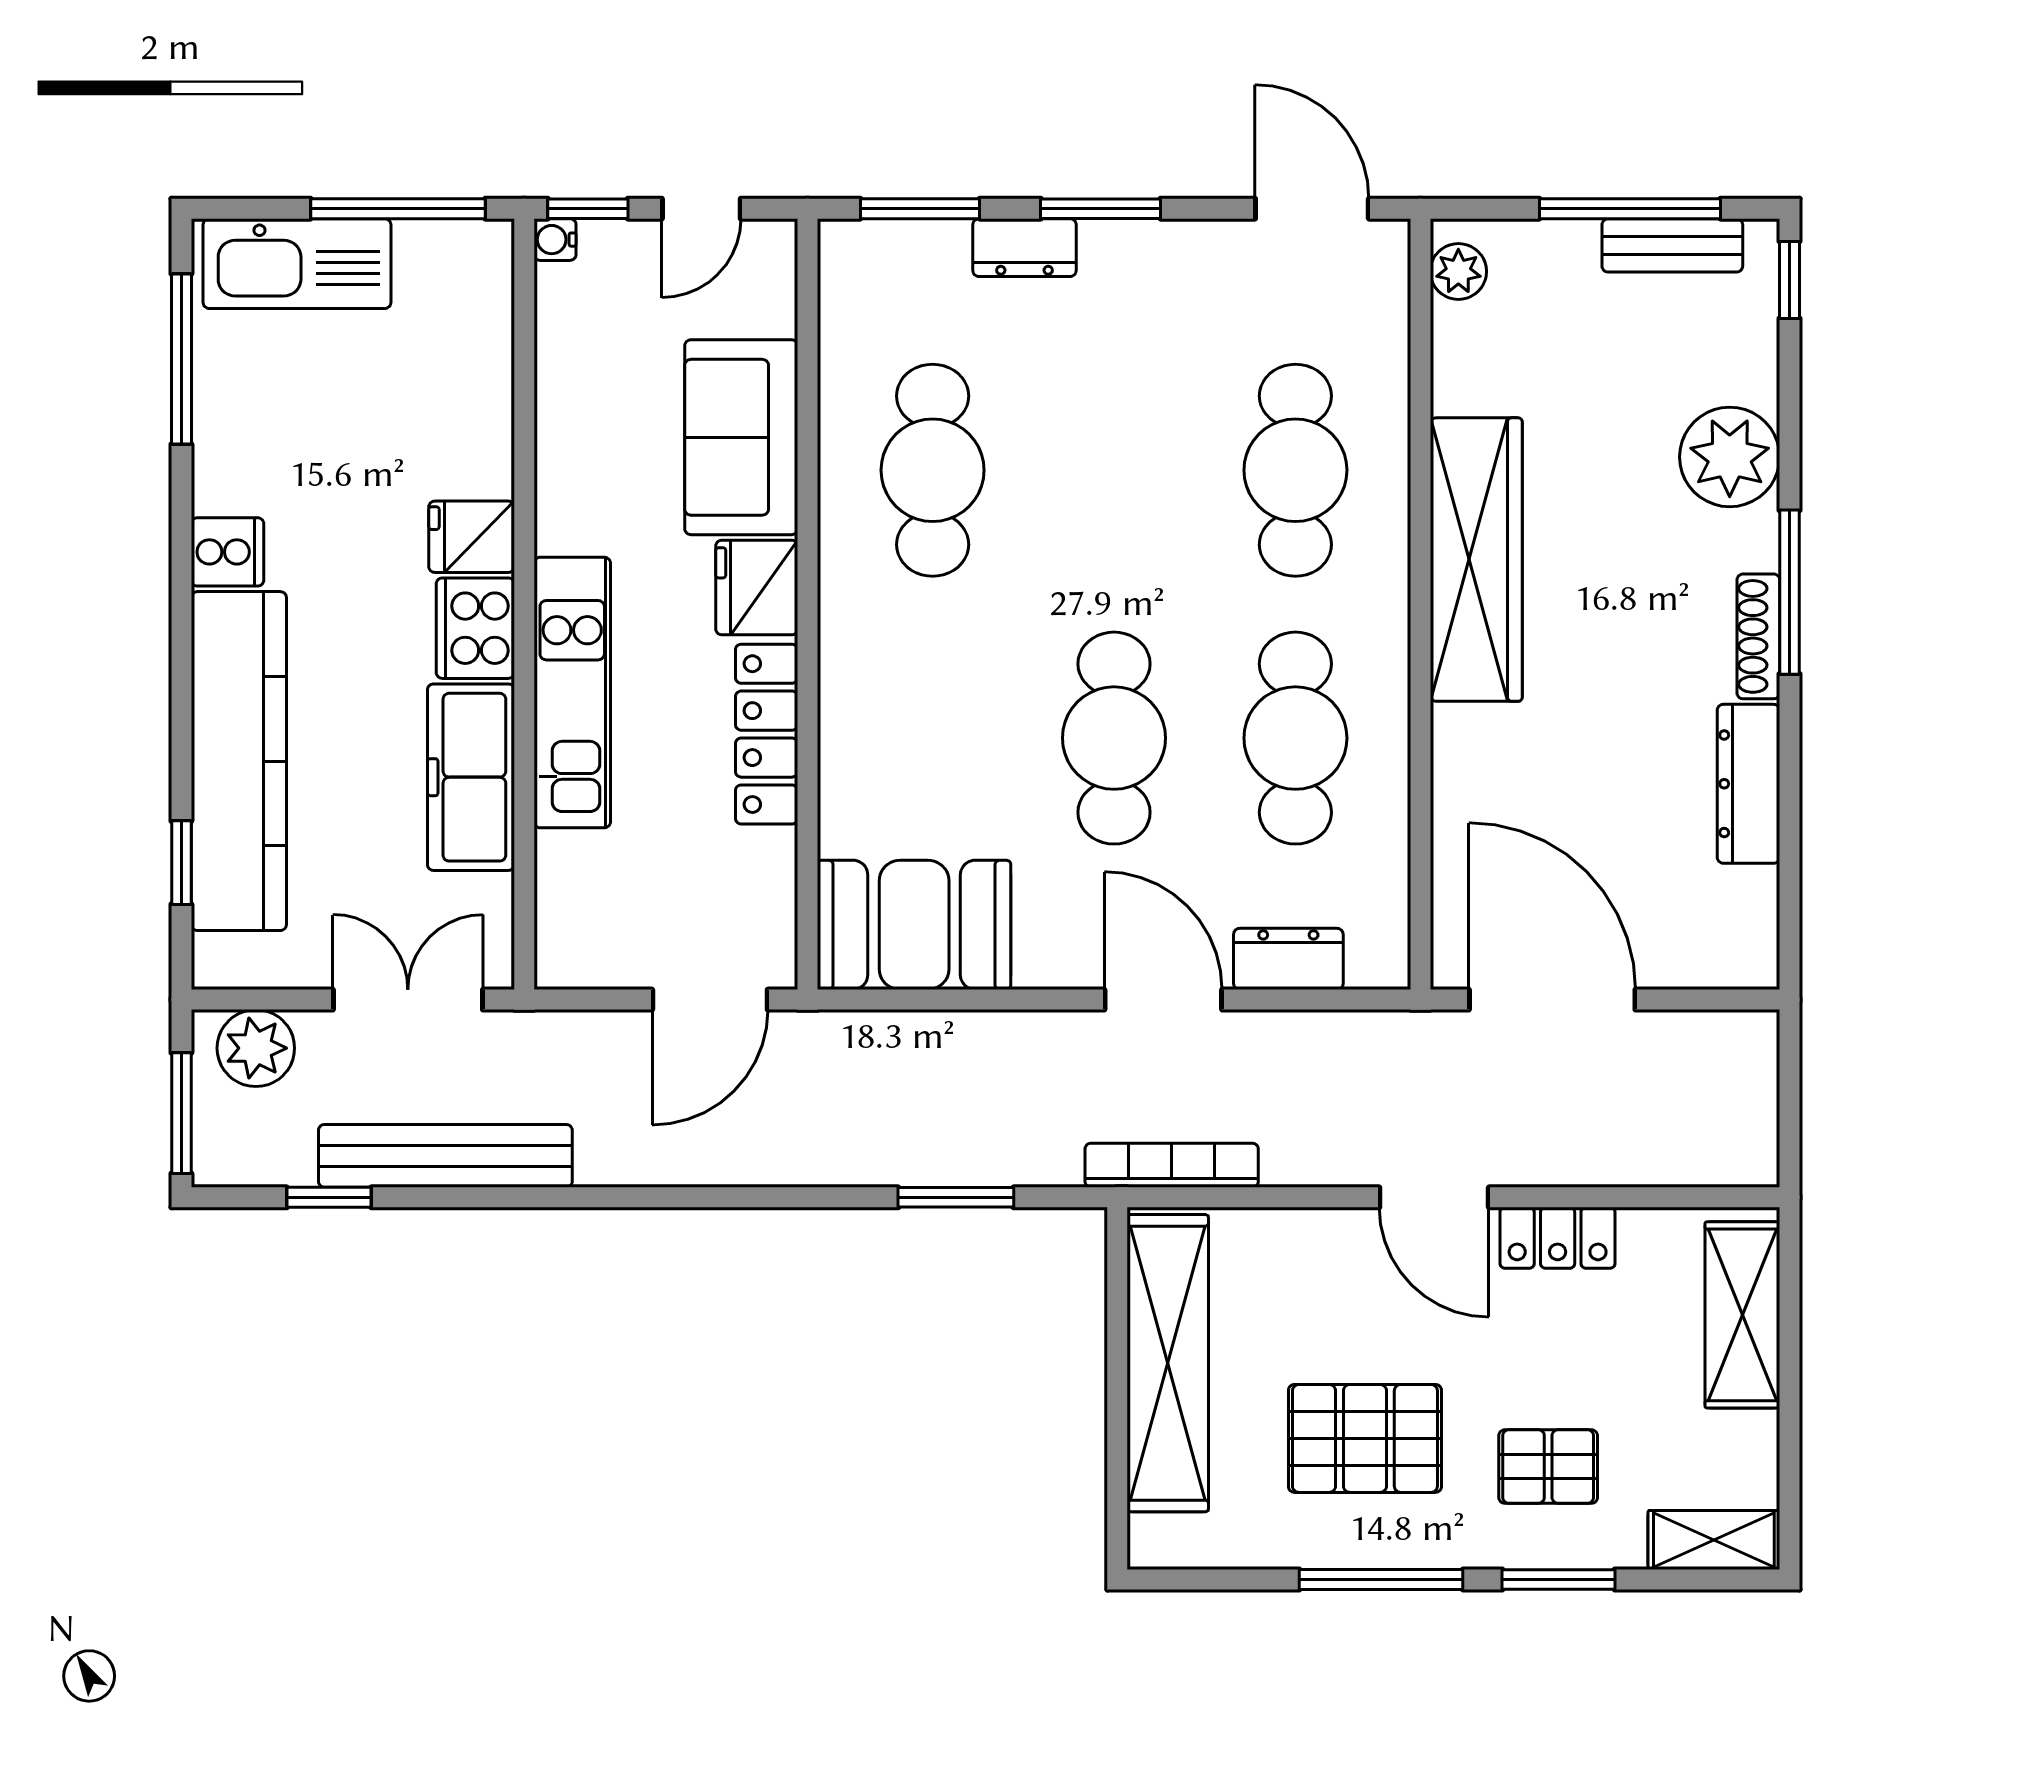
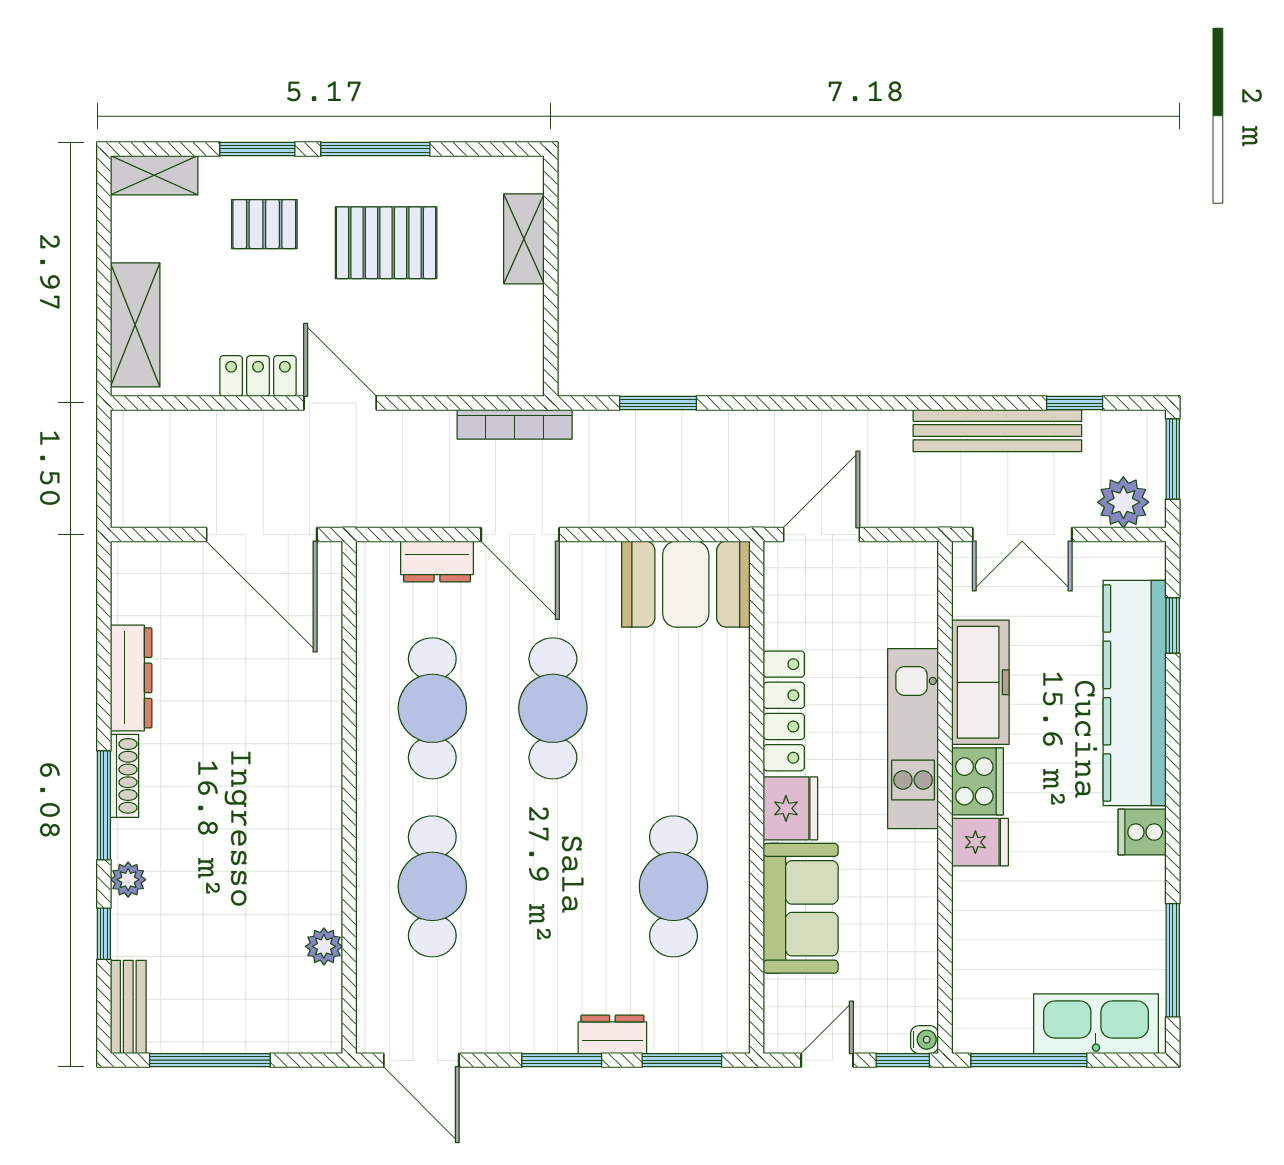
bench: (1672, 245) -> (128, 1007), moved, turned 90
plant: (1458, 271) -> (324, 946), moved
window: (1790, 280) -> (104, 934), moved
plant: (1730, 457) -> (128, 880), width x0.53, depth x0.53
wardrobe: (1476, 560) -> (312, 827), removed
shelving: (1168, 1363) -> (524, 239), width x0.45, depth x0.75

